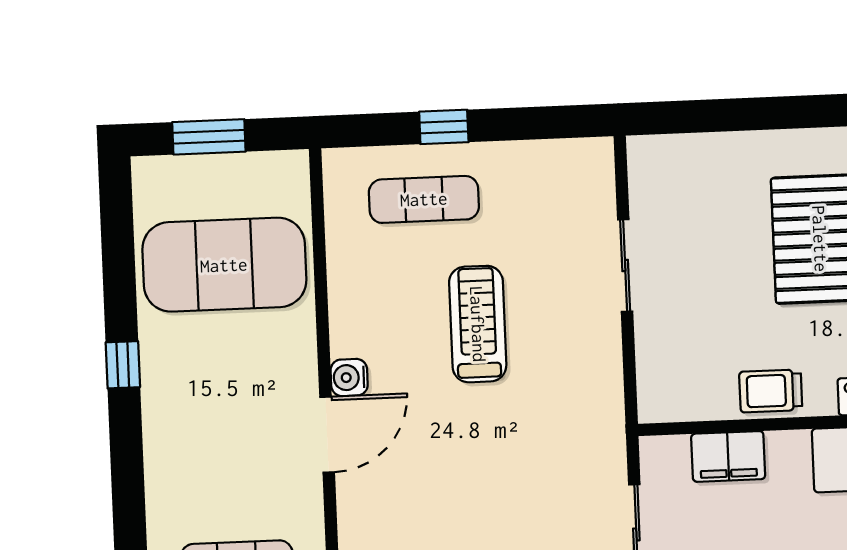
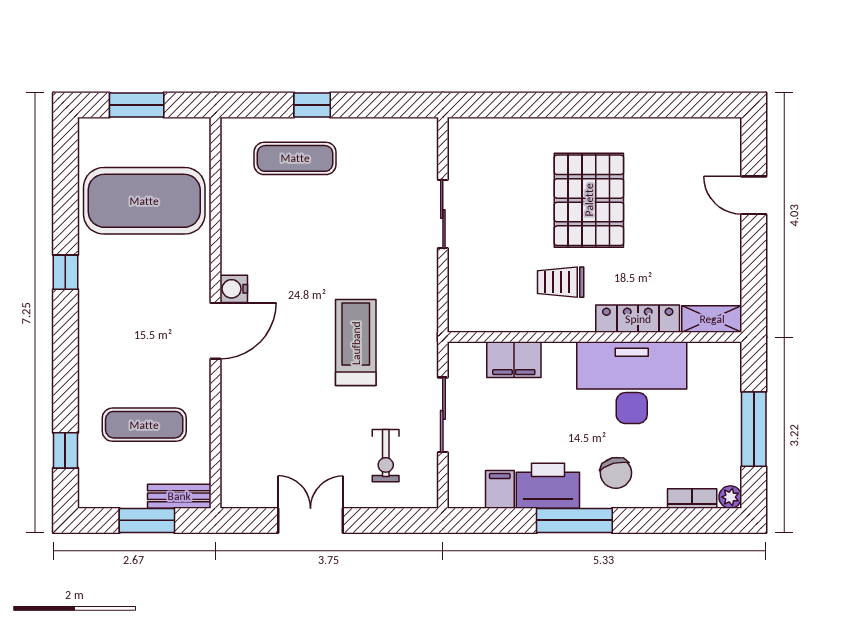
treadmill: (478, 324) -> (356, 343), moved
trolley: (771, 391) -> (561, 282), moved

